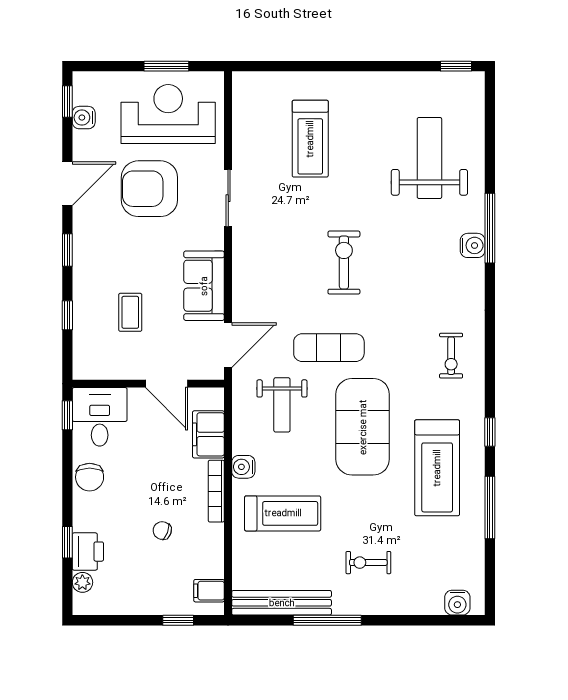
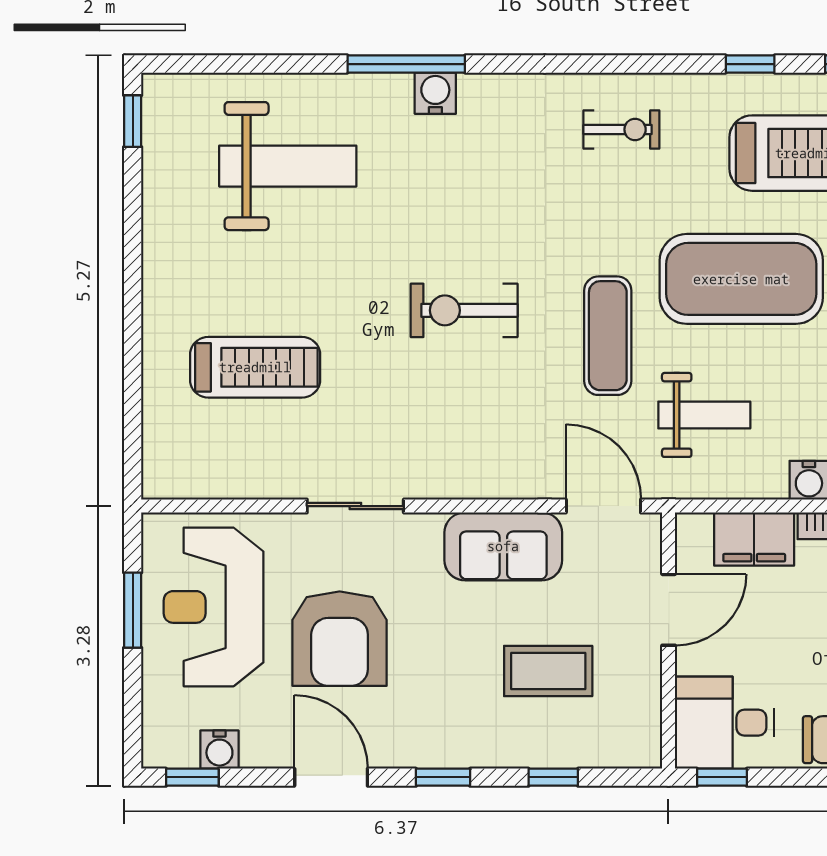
weight bench: (429, 158) -> (288, 166), turned 180
coffee table: (130, 312) -> (548, 671), width x1.36, depth x1.30

